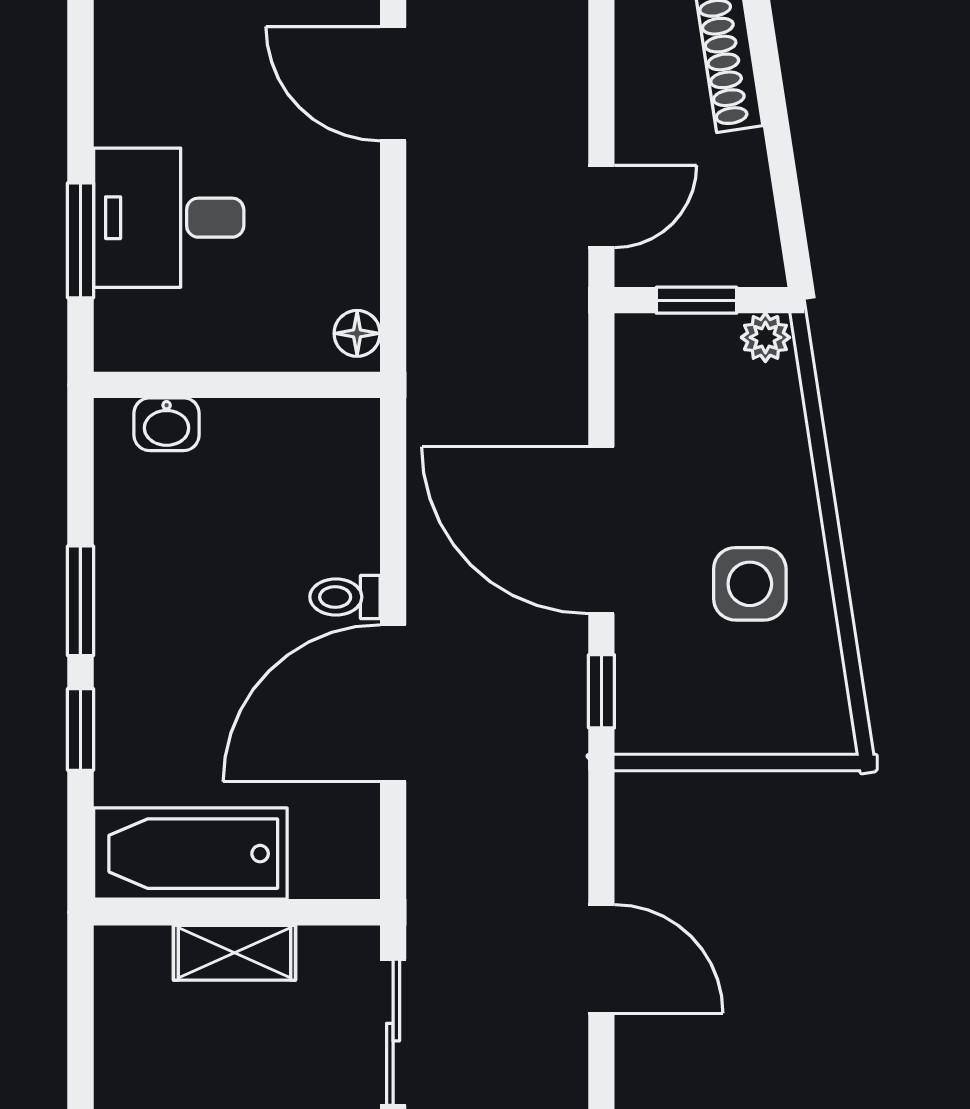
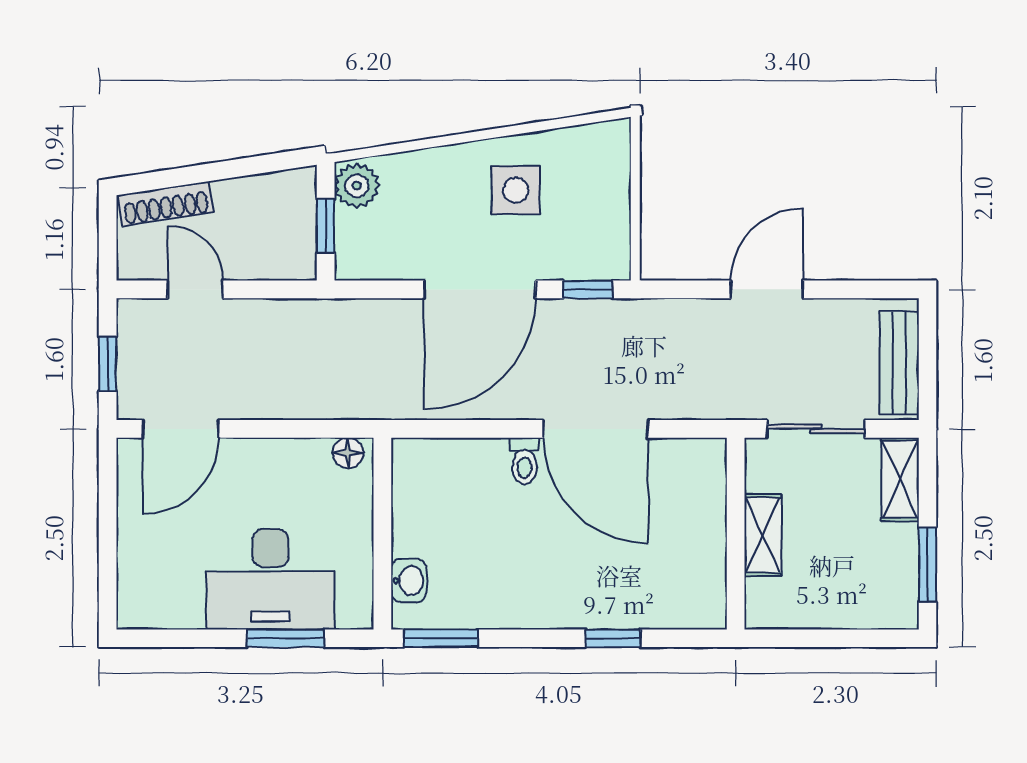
door: (601, 206) -> (195, 289), moved
desk: (169, 218) -> (270, 579), width x1.37
plant: (765, 337) -> (357, 186), width x1.38, depth x1.38
window: (80, 601) -> (441, 638), moved
bathtub: (190, 854) -> (696, 565), removed

